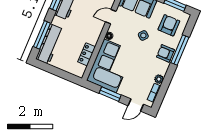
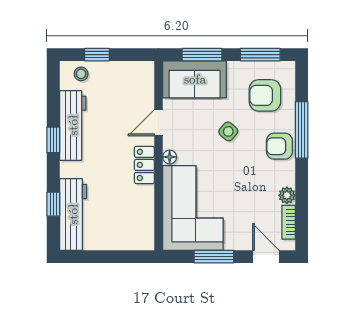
armchair: (169, 25) -> (265, 95), turned -90
window: (42, 35) -> (53, 204), width x0.46
locker: (87, 54) -> (144, 165), moved
door: (136, 105) -> (266, 257), swing flipped

